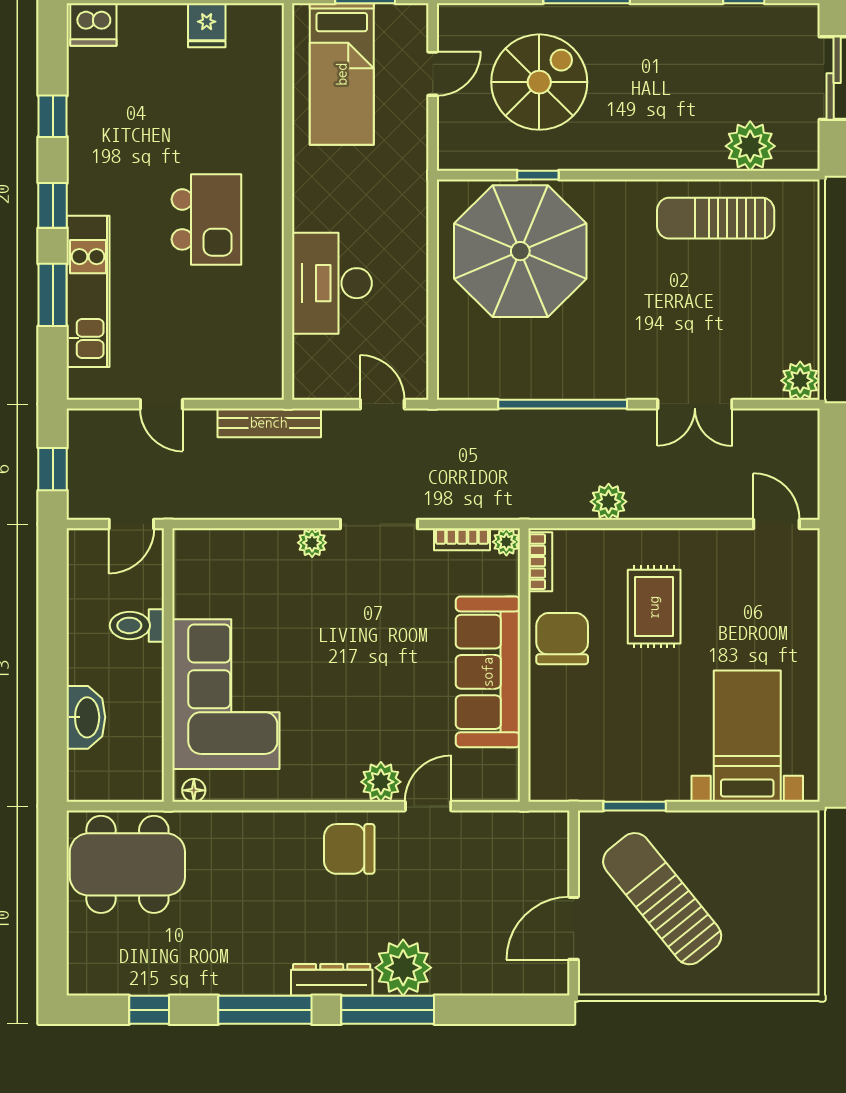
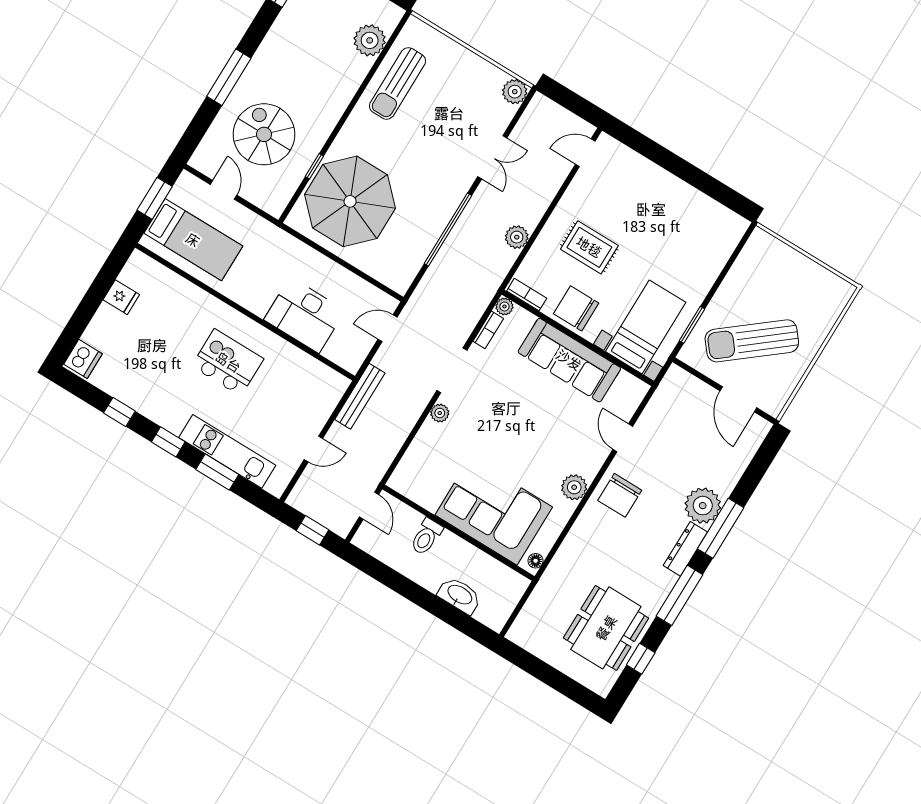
bed with nightstands: (747, 736) -> (646, 327), moved, turned 90
plant: (381, 782) -> (574, 487), moved
dining table: (127, 864) -> (606, 628), moved

